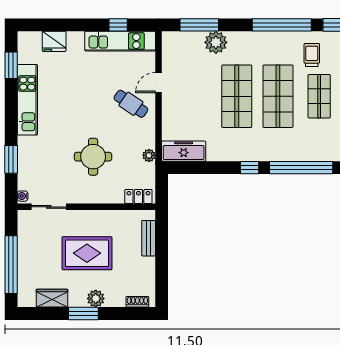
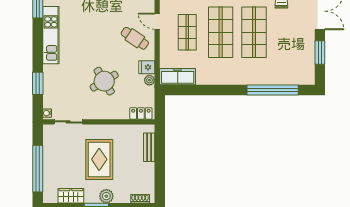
door: (159, 83) -> (157, 21), hinge flipped
shop shelf: (319, 96) -> (187, 32), moved
fridge: (146, 140) -> (147, 67), added
round table: (93, 157) -> (104, 81), turned -31
window: (250, 168) -> (231, 90), removed
rug: (87, 253) -> (99, 159), turned 90

